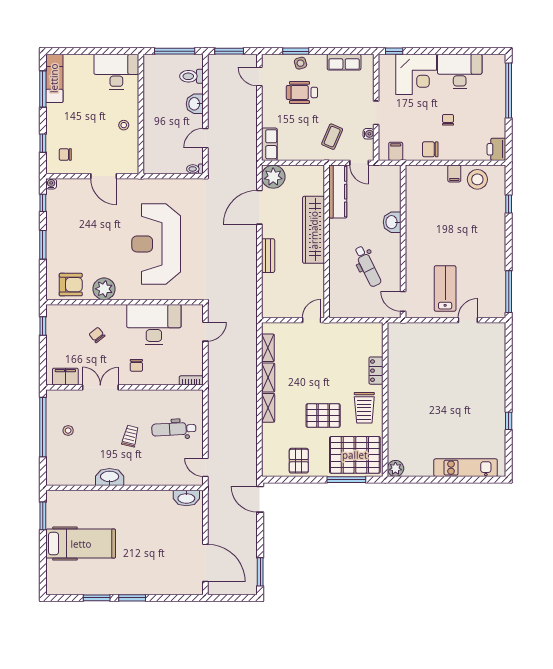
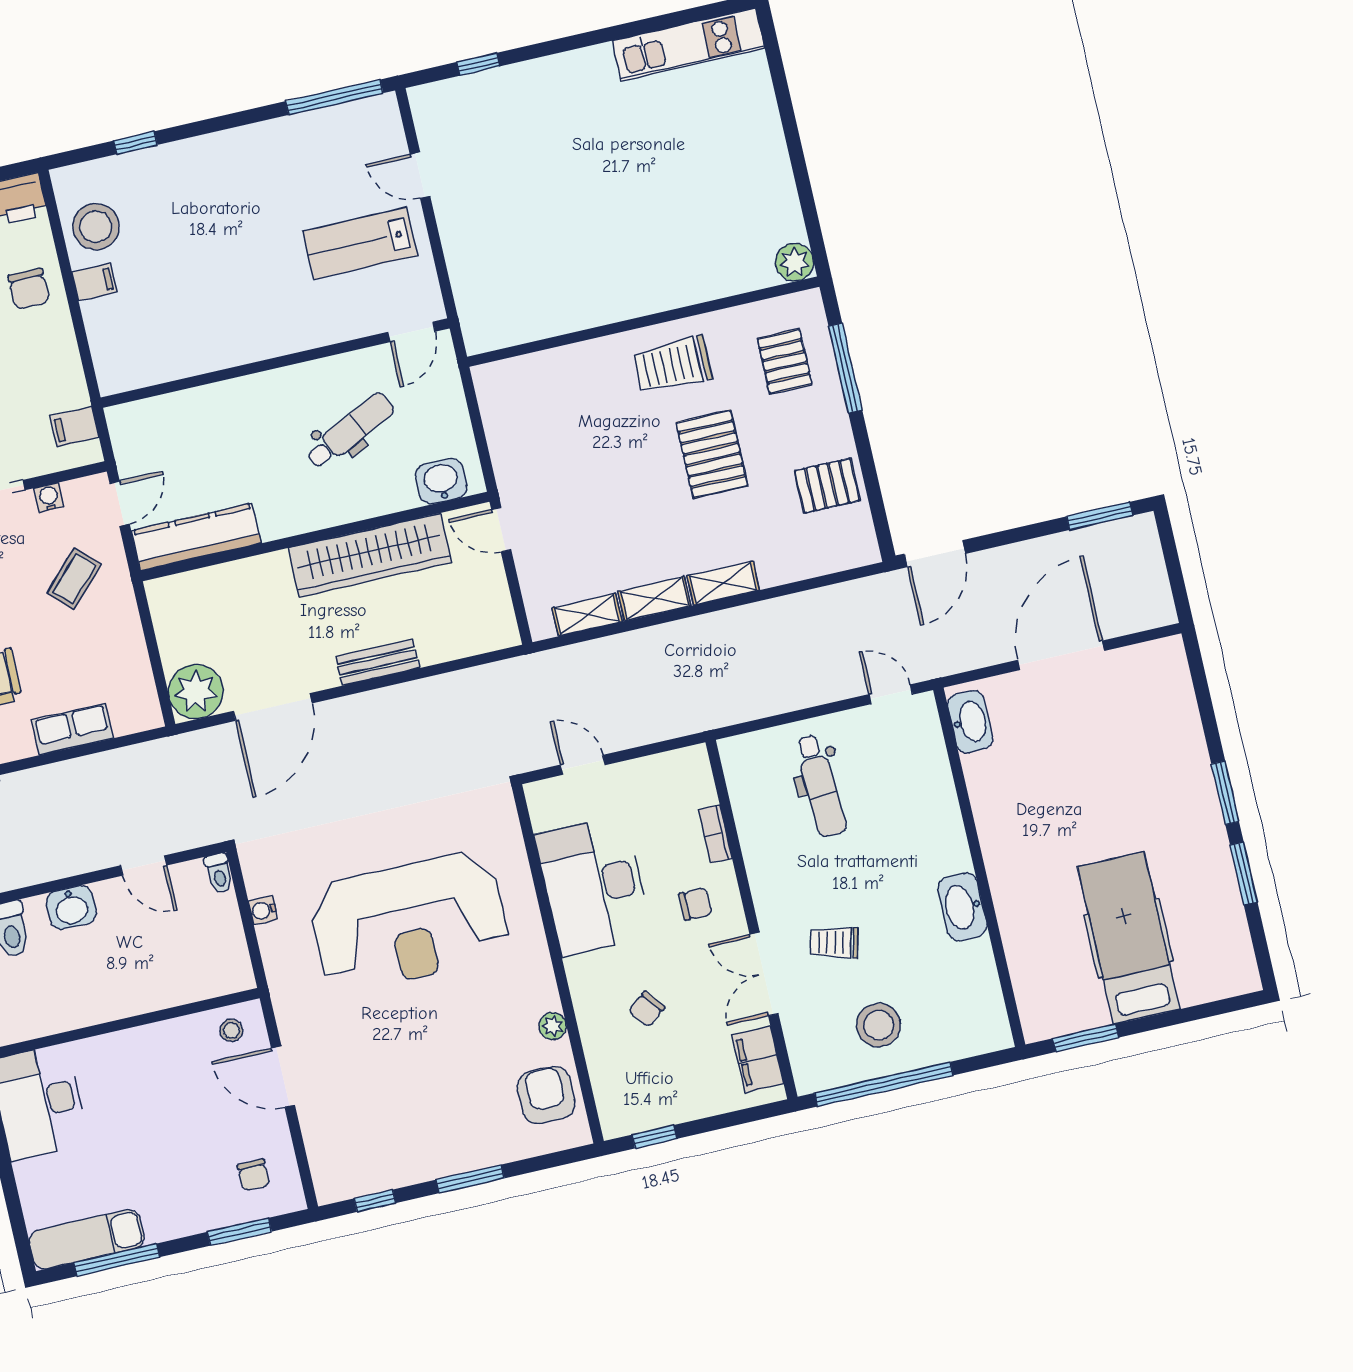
stool: (124, 125) -> (231, 1030), moved
coffee table: (332, 137) -> (74, 579), turned -69
window: (43, 143) -> (239, 1232), width x1.50
row of seats: (269, 144) -> (72, 729), moved
chair: (430, 149) -> (29, 289), moved
door: (104, 176) -> (283, 1077), swing flipped
water cooler: (51, 184) -> (263, 910), moved
door: (259, 207) -> (273, 707), hinge flipped
washbasin: (392, 222) -> (441, 481), moved, turned 180
wardrobe: (314, 230) -> (370, 555), moved
plant: (104, 289) -> (553, 1026), width x0.53, depth x0.53
locker: (376, 371) -> (583, 357), removed
bookcase: (191, 380) -> (715, 834), moved
trolley: (364, 408) -> (673, 365), turned 180
window: (509, 421) -> (478, 64), moved
stool: (68, 431) -> (879, 1025), width x1.89, depth x1.89
trolley: (130, 436) -> (834, 943), moved
pallet: (355, 455) -> (785, 361), width x0.49, depth x0.50
door: (205, 467) -> (891, 694), swing flipped
kitchen unit: (466, 468) -> (688, 45), moved, turned -90
door: (205, 563) -> (1061, 655), moved

